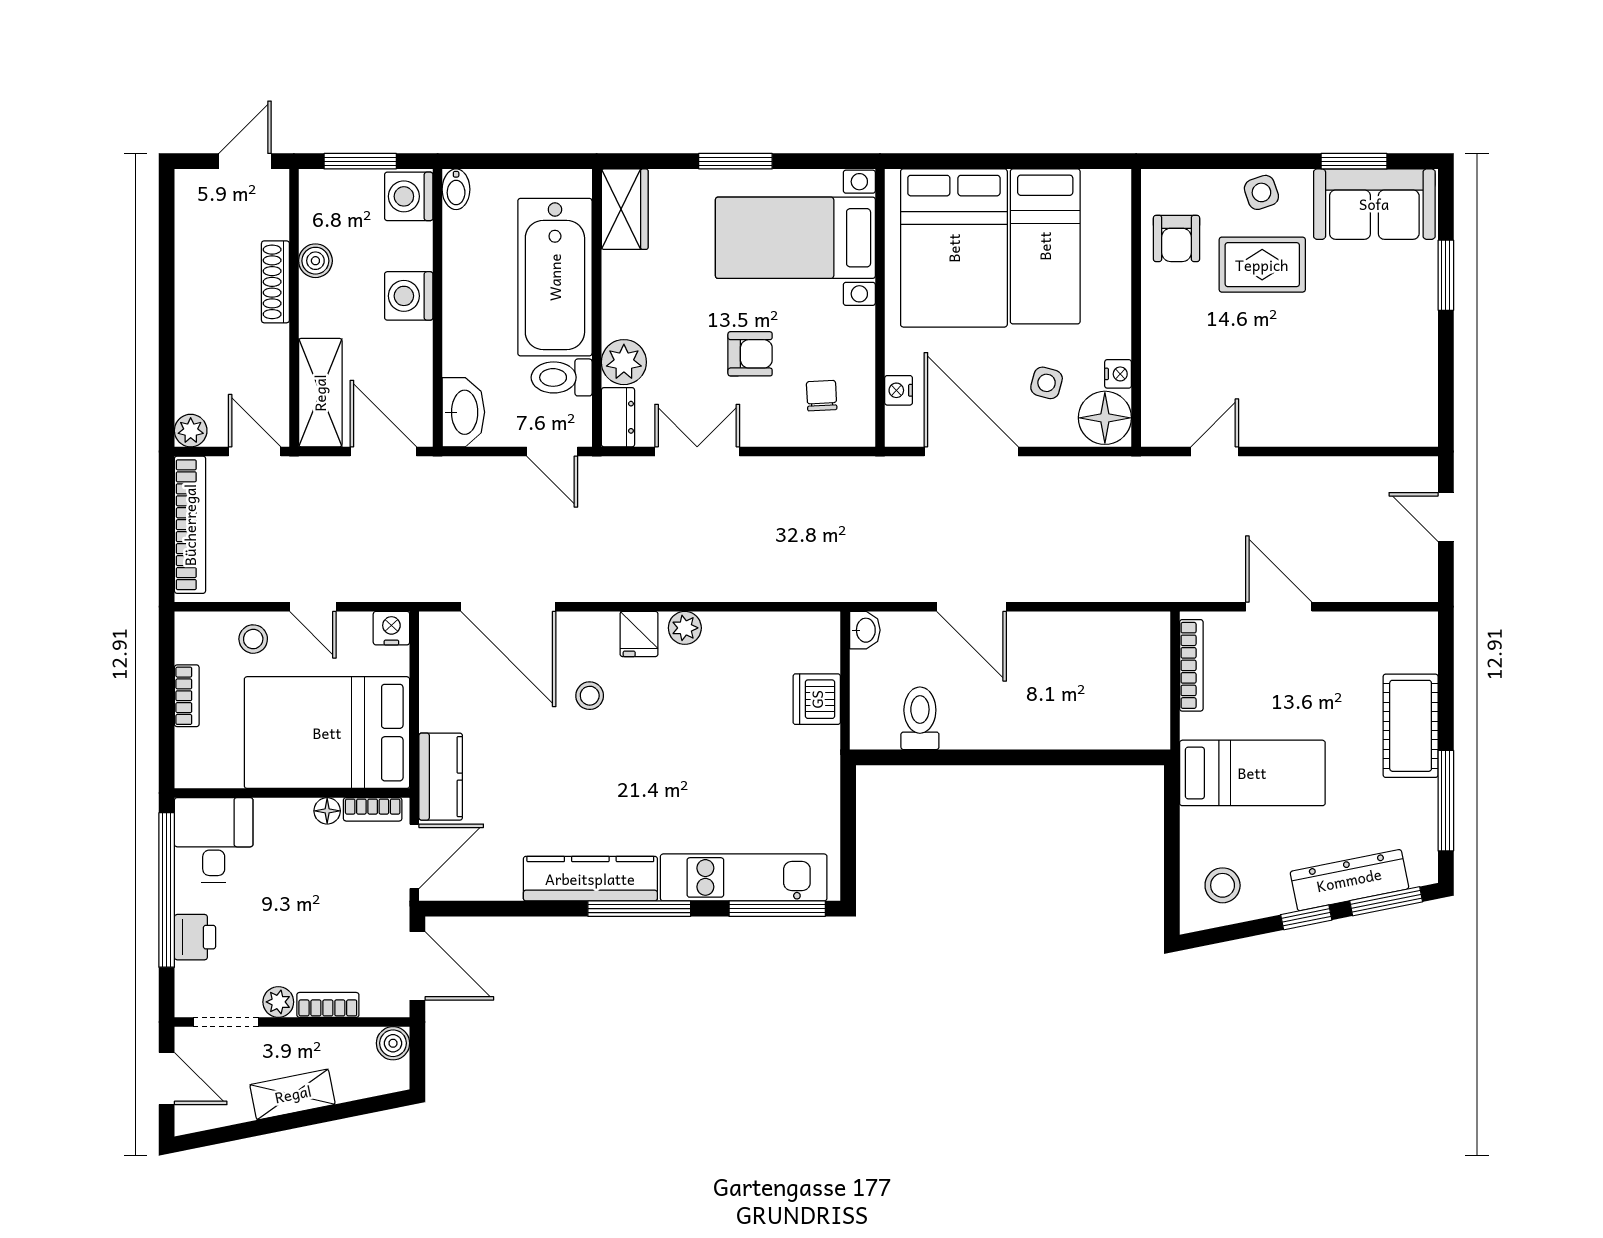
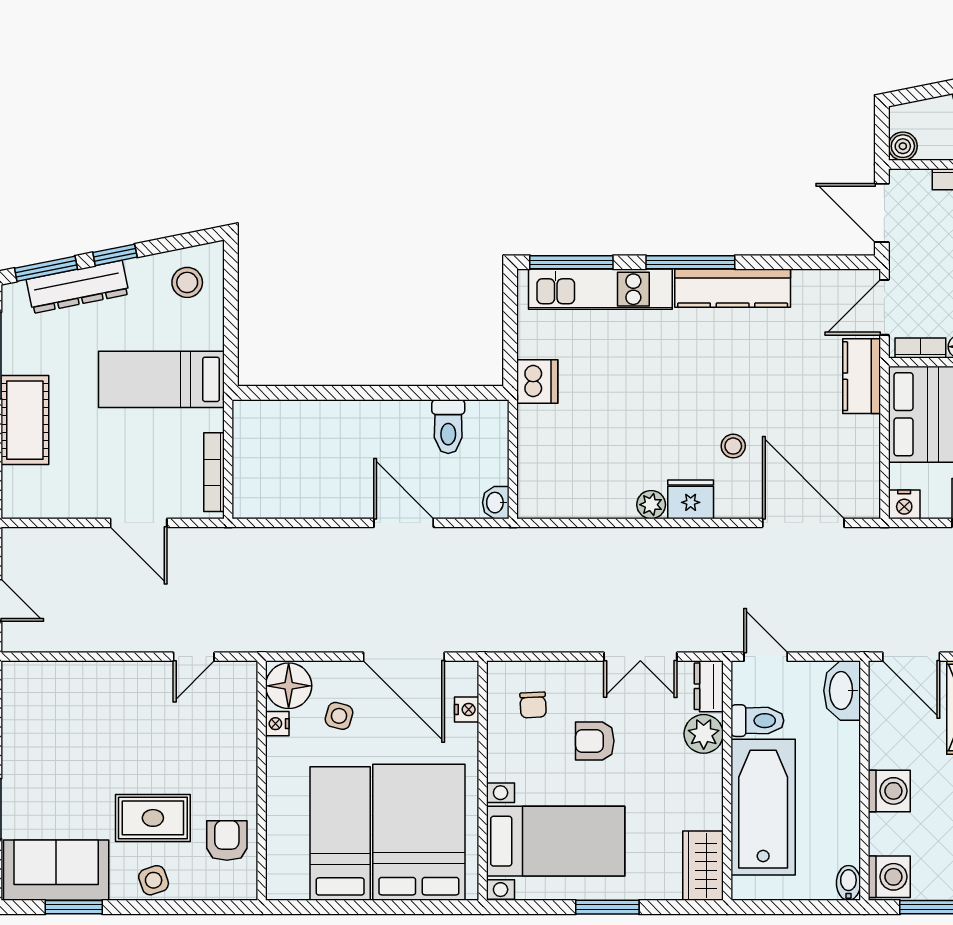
fridge: (639, 634) -> (691, 499), width x1.38
dishwasher: (817, 699) -> (537, 381), moved

